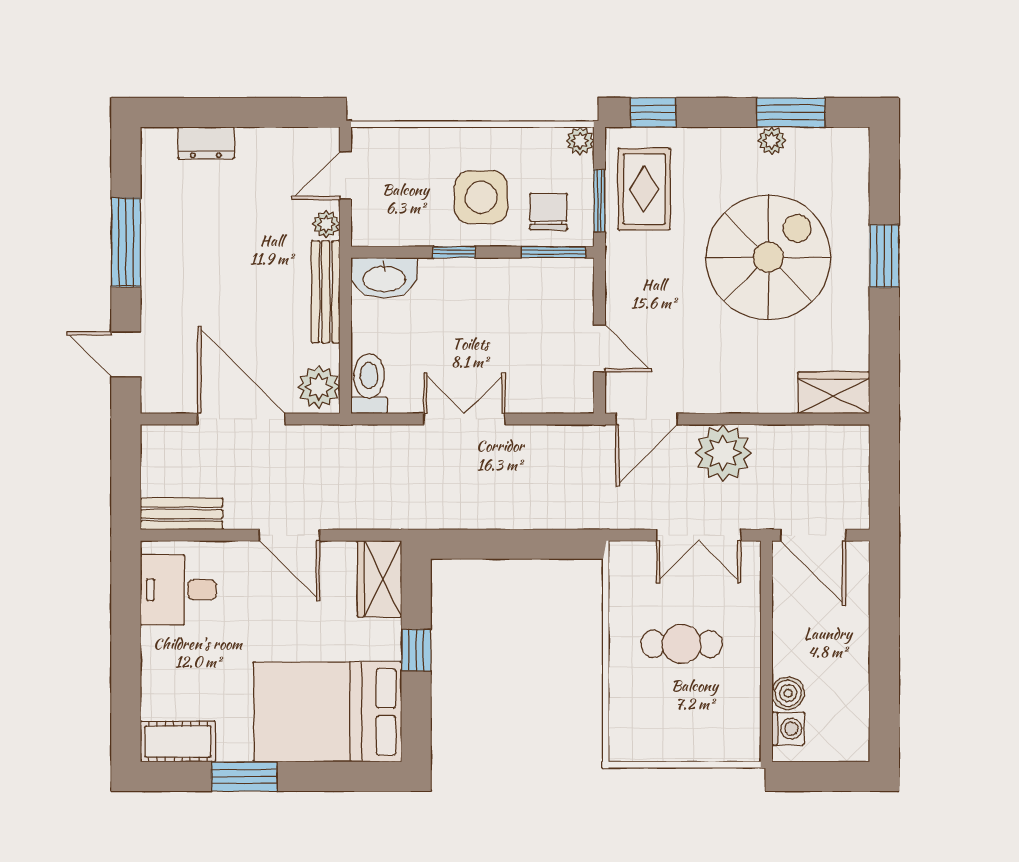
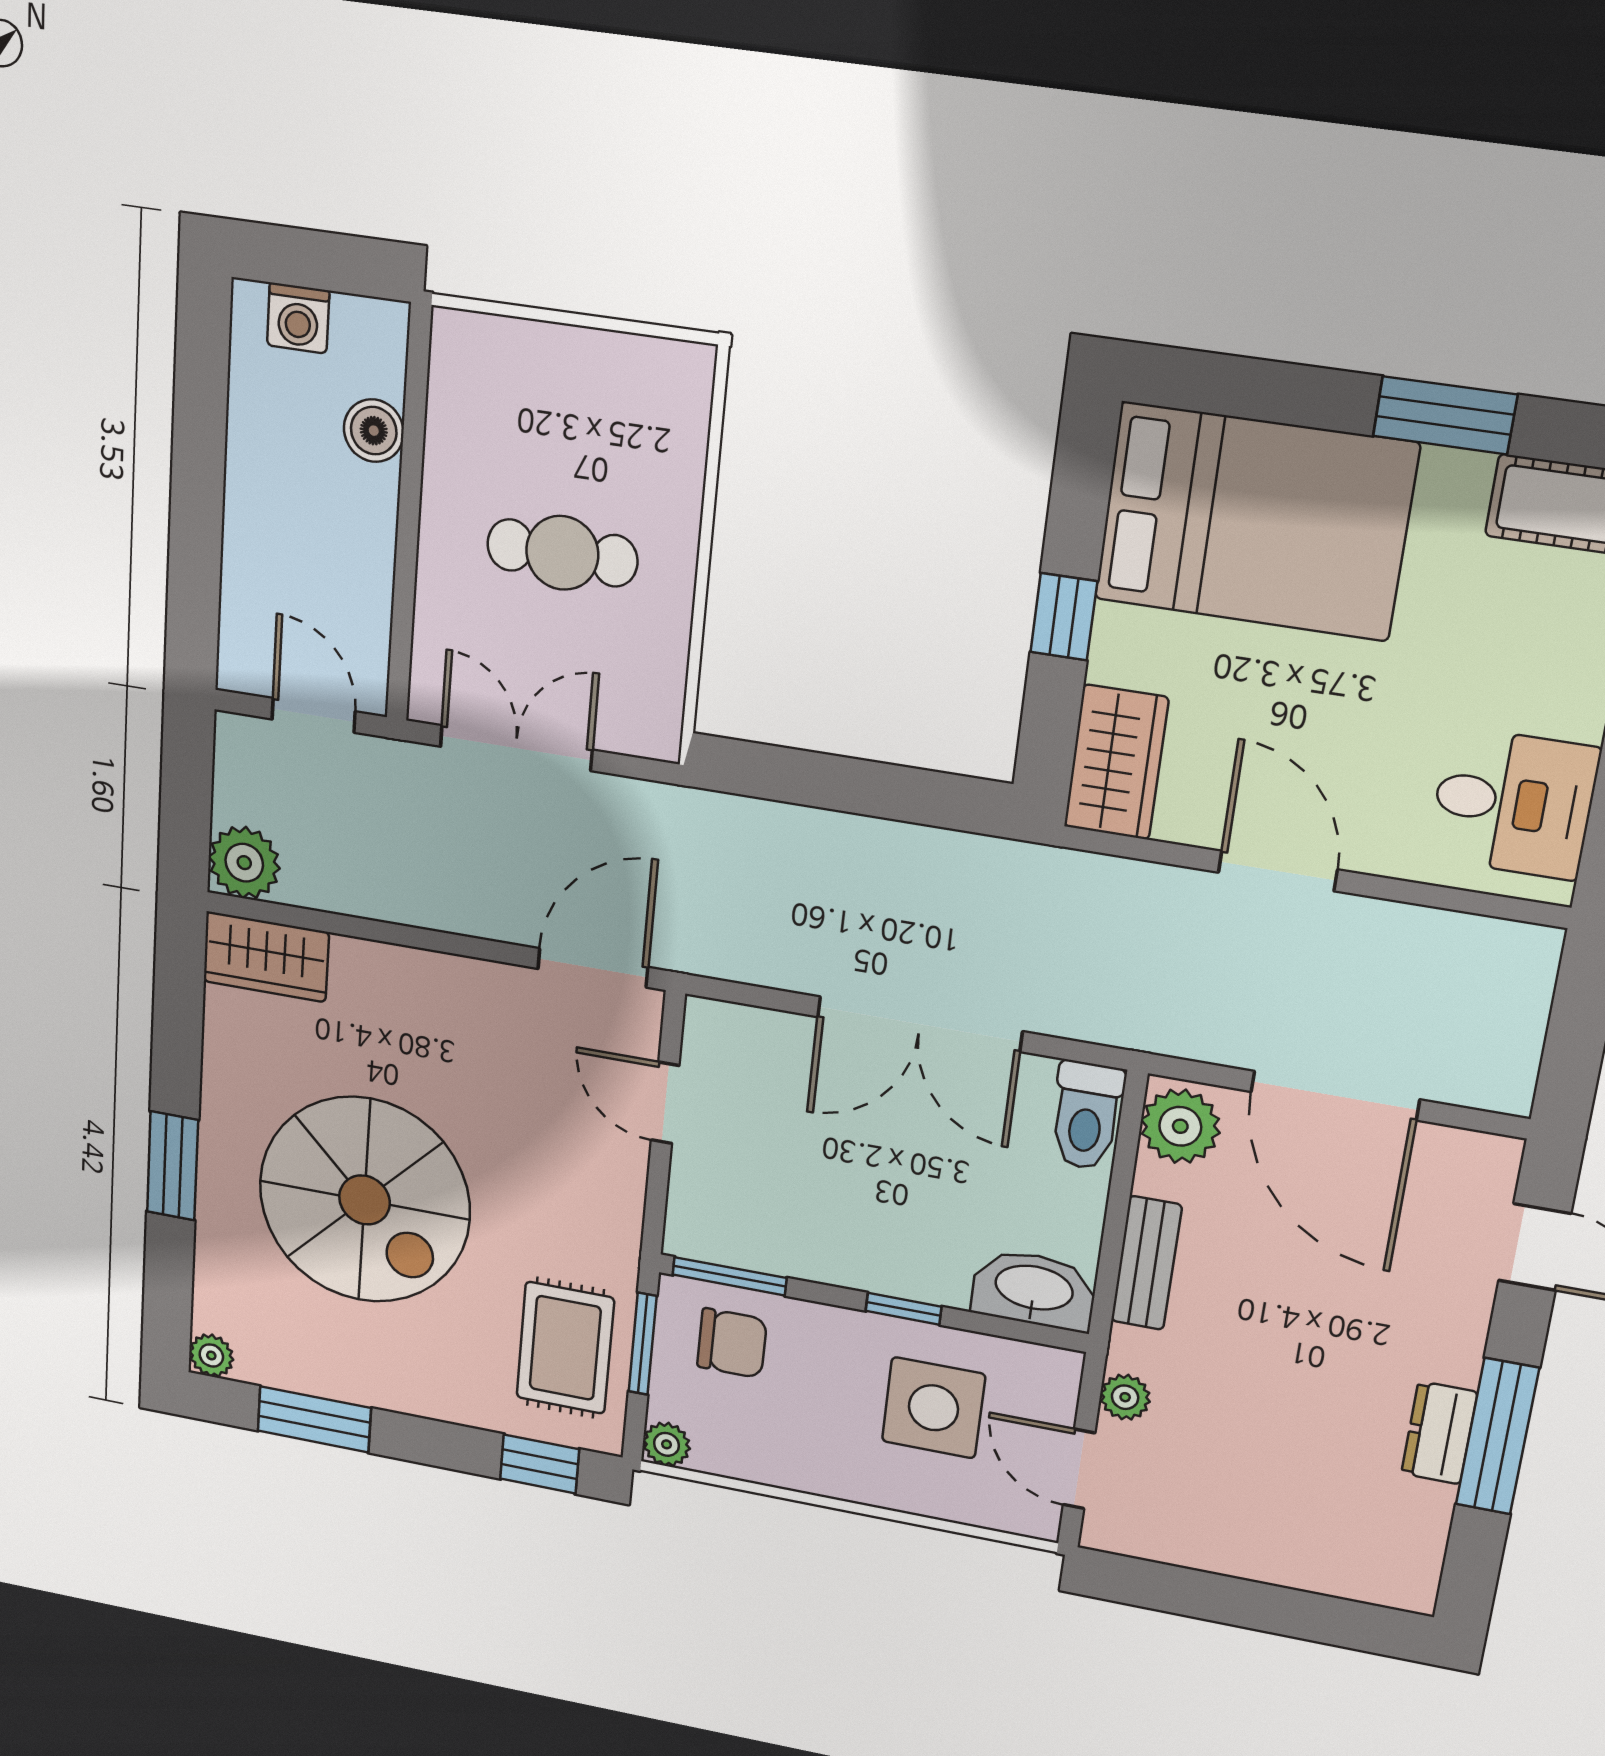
plant: (772, 141) -> (211, 1355), moved
dresser: (206, 143) -> (1439, 1433), moved, turned -90
door: (345, 175) -> (1079, 1469), swing flipped
side table: (481, 197) -> (934, 1408), moved
chair: (548, 212) -> (732, 1343), turned -90
spiral stairs: (768, 257) -> (365, 1200), turned -90
bench: (326, 292) -> (1146, 1263), width x0.73
double door: (464, 419) -> (920, 1024), width x1.37
plant: (723, 453) -> (244, 863), moved, width x0.73, depth x0.73
bench: (182, 514) -> (1481, 944), removed
door: (813, 535) -> (314, 715), width x0.73
washing machine: (788, 729) -> (298, 318), moved, turned -90

